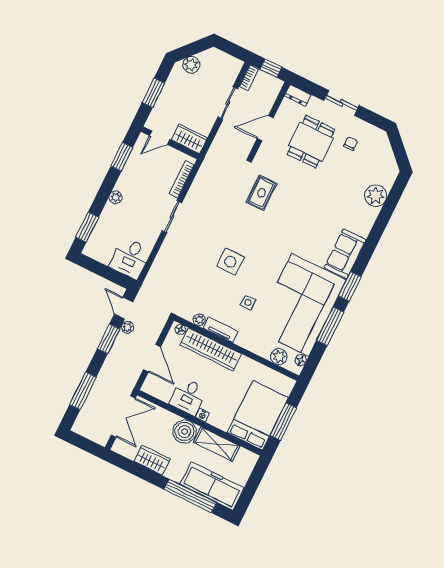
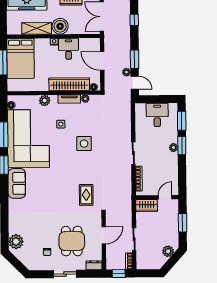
window: (122, 157) -> (182, 145), moved
plant: (376, 196) -> (16, 242), moved
desk: (130, 258) -> (157, 115), moved
plant: (279, 357) -> (45, 100), moved
window: (83, 391) -> (134, 20), width x0.46

